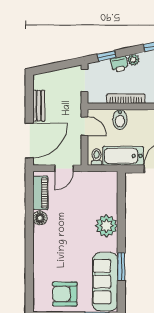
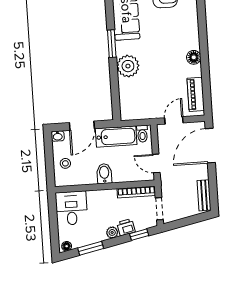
bookcase: (126, 99) -> (136, 192), moved
bench: (39, 106) -> (204, 195), moved
bidet: (120, 119) -> (104, 174), moved
floor lamp: (40, 218) -> (194, 57), moved
window: (121, 267) -> (112, 44), moved

